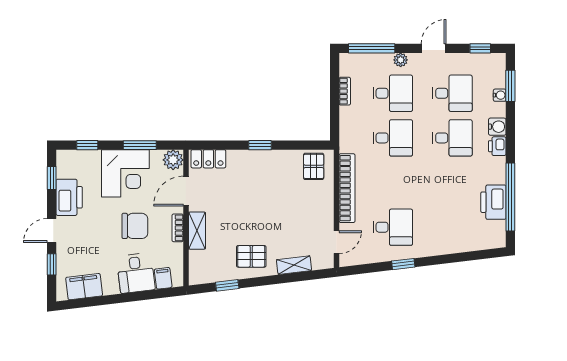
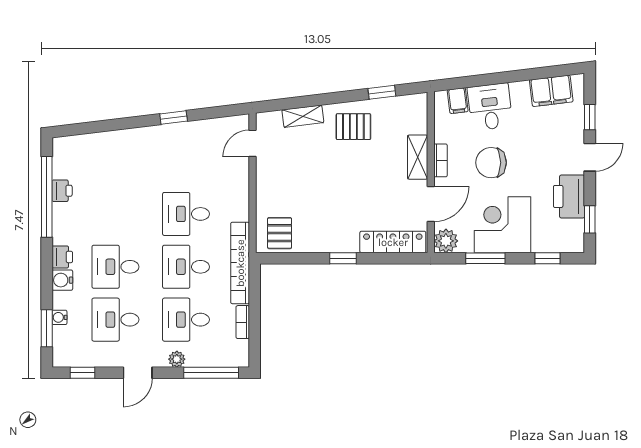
locker: (208, 159) -> (393, 242), width x1.53
bookcase: (347, 188) -> (240, 263), moved
printer: (493, 202) -> (62, 191), width x0.53, depth x0.68
desk: (393, 227) -> (186, 214), moved

